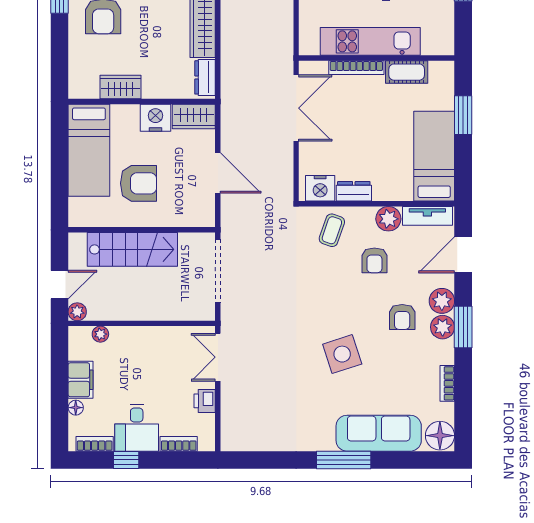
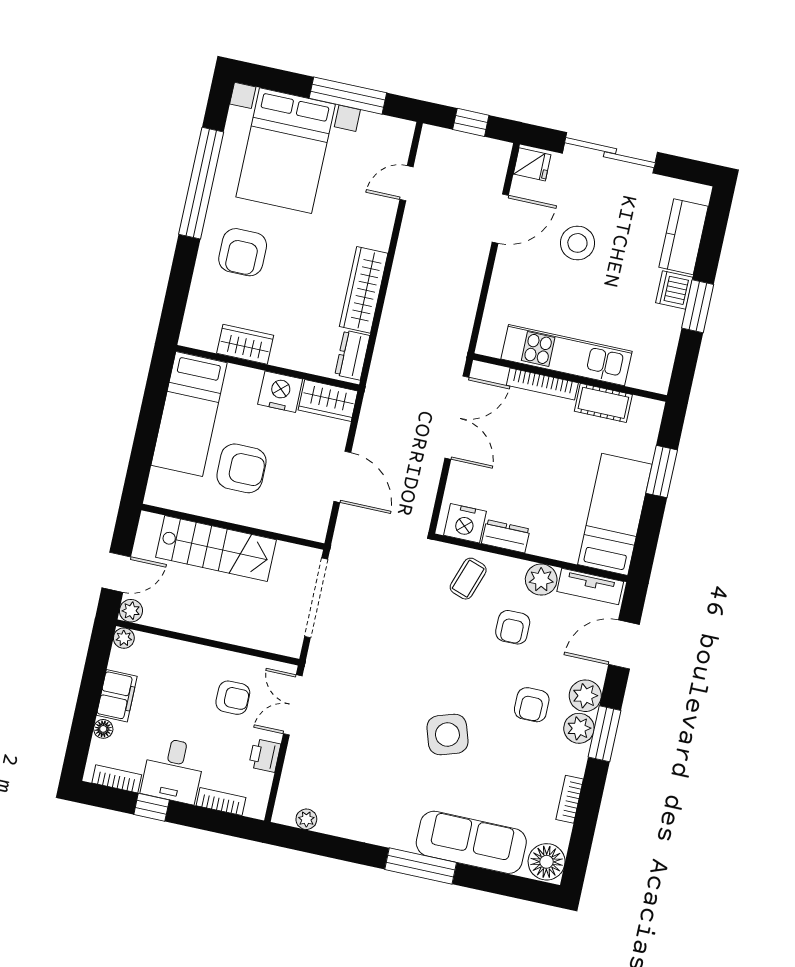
plant: (100, 334) -> (124, 638), moved
armchair: (170, 362) -> (233, 698), added
plant: (248, 443) -> (306, 819), added

